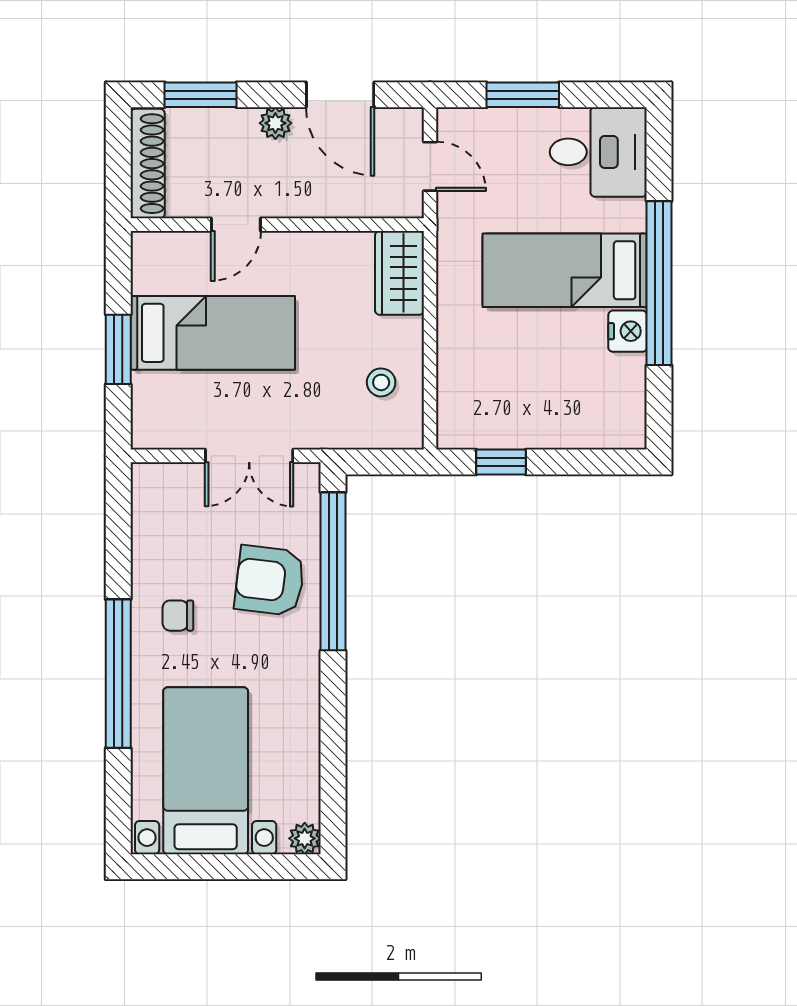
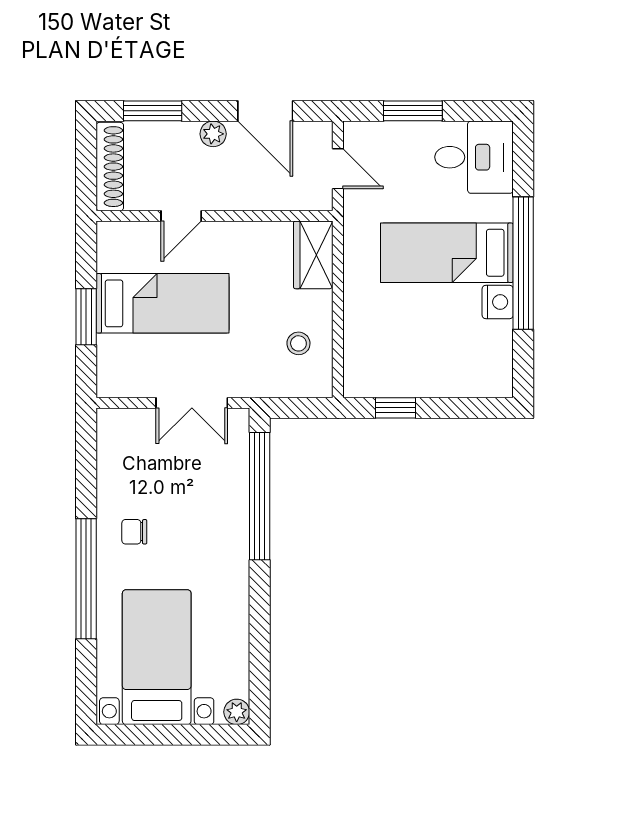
armchair: (270, 581) -> (208, 504), removed

